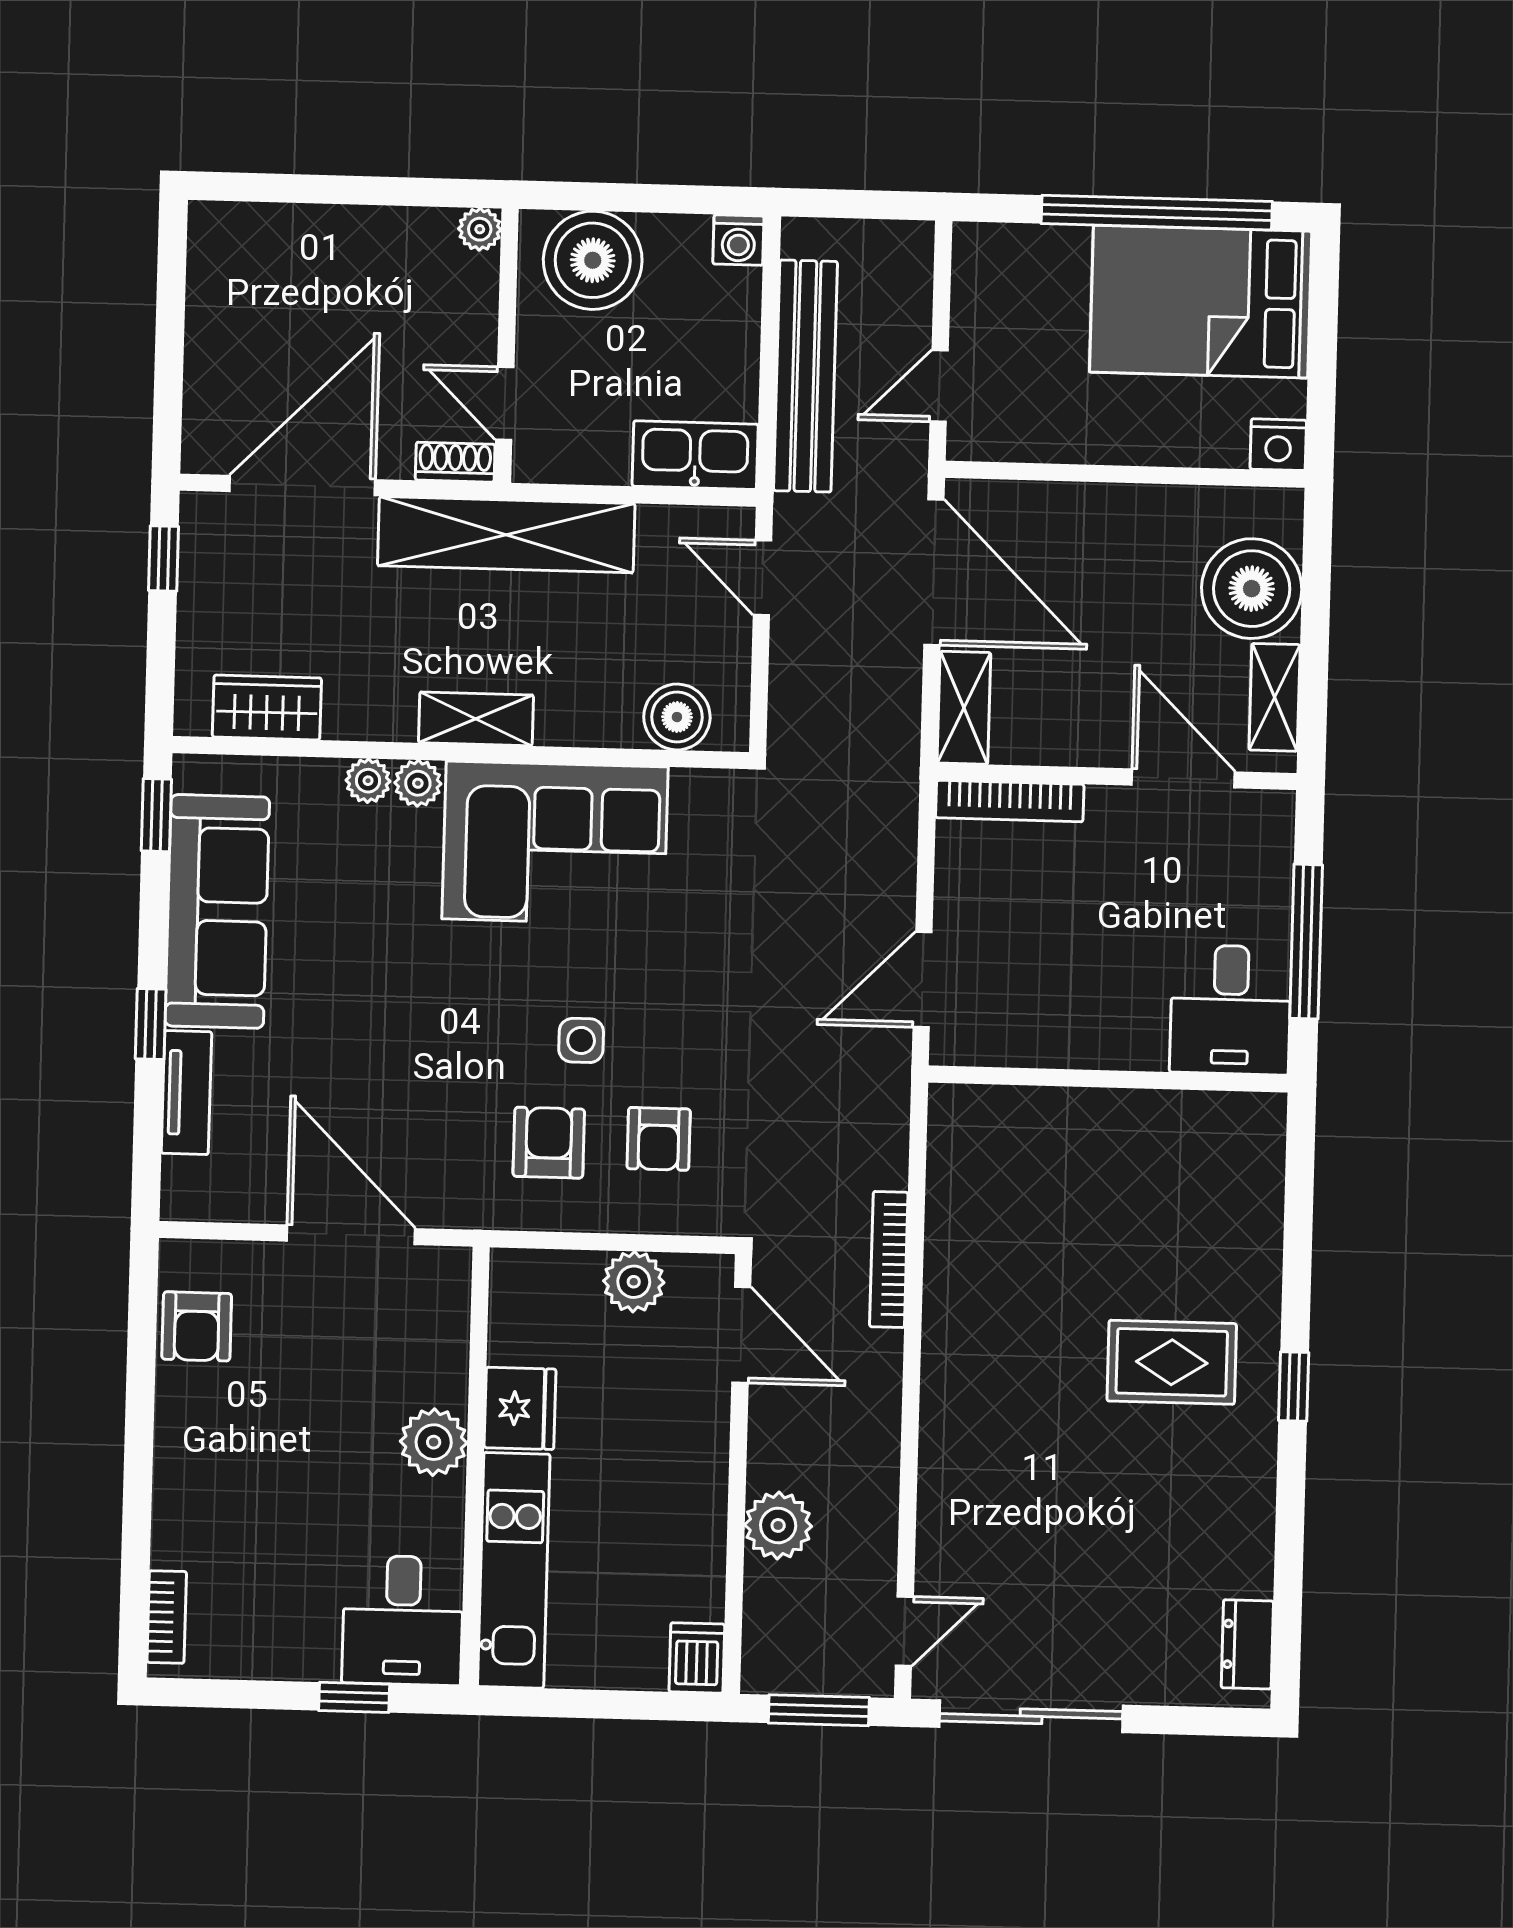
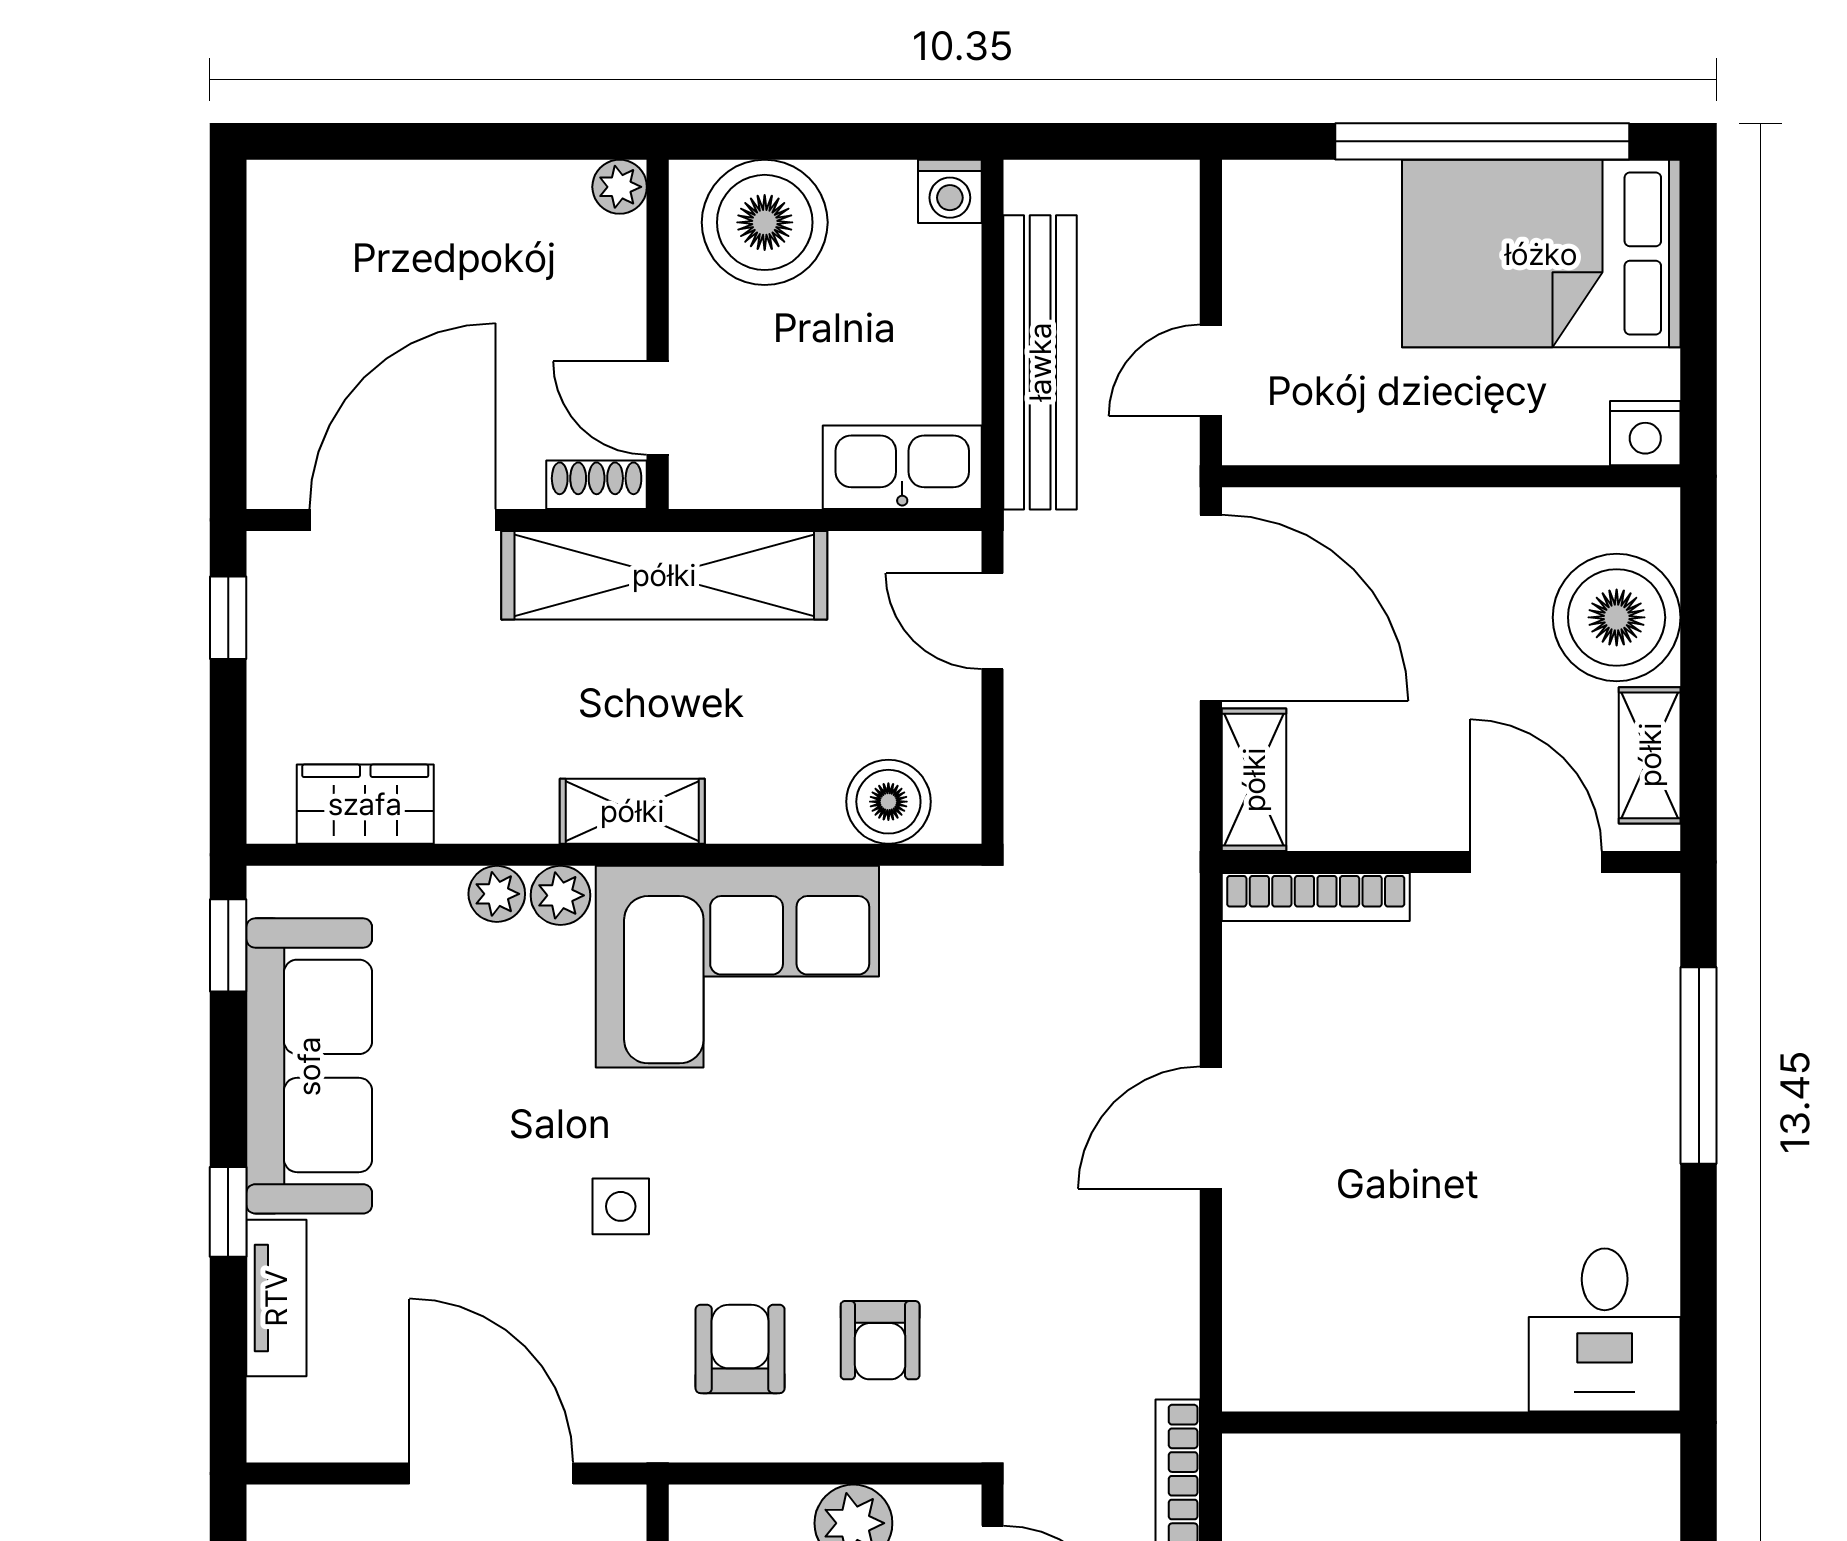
desk: (1231, 1010) -> (1605, 1330), moved
side table: (581, 1040) -> (621, 1206), moved
wall: (1108, 1079) -> (1451, 1423), moved

